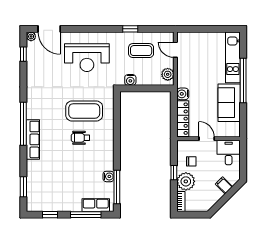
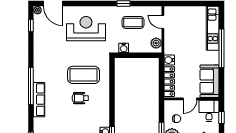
reception desk: (87, 58) -> (86, 29), turned 180
sofa: (229, 103) -> (210, 81), moved
door: (207, 139) -> (190, 99), swing flipped
window: (243, 160) -> (222, 117), added

